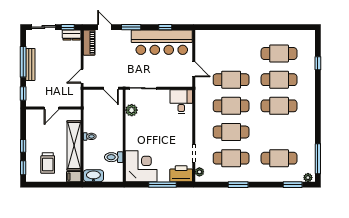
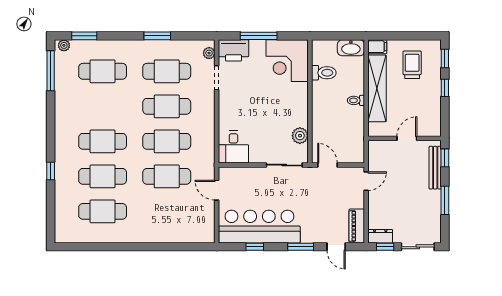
window: (23, 62) -> (445, 200), width x0.69
window: (318, 63) -> (51, 171), moved
bench: (30, 64) -> (435, 168), moved

